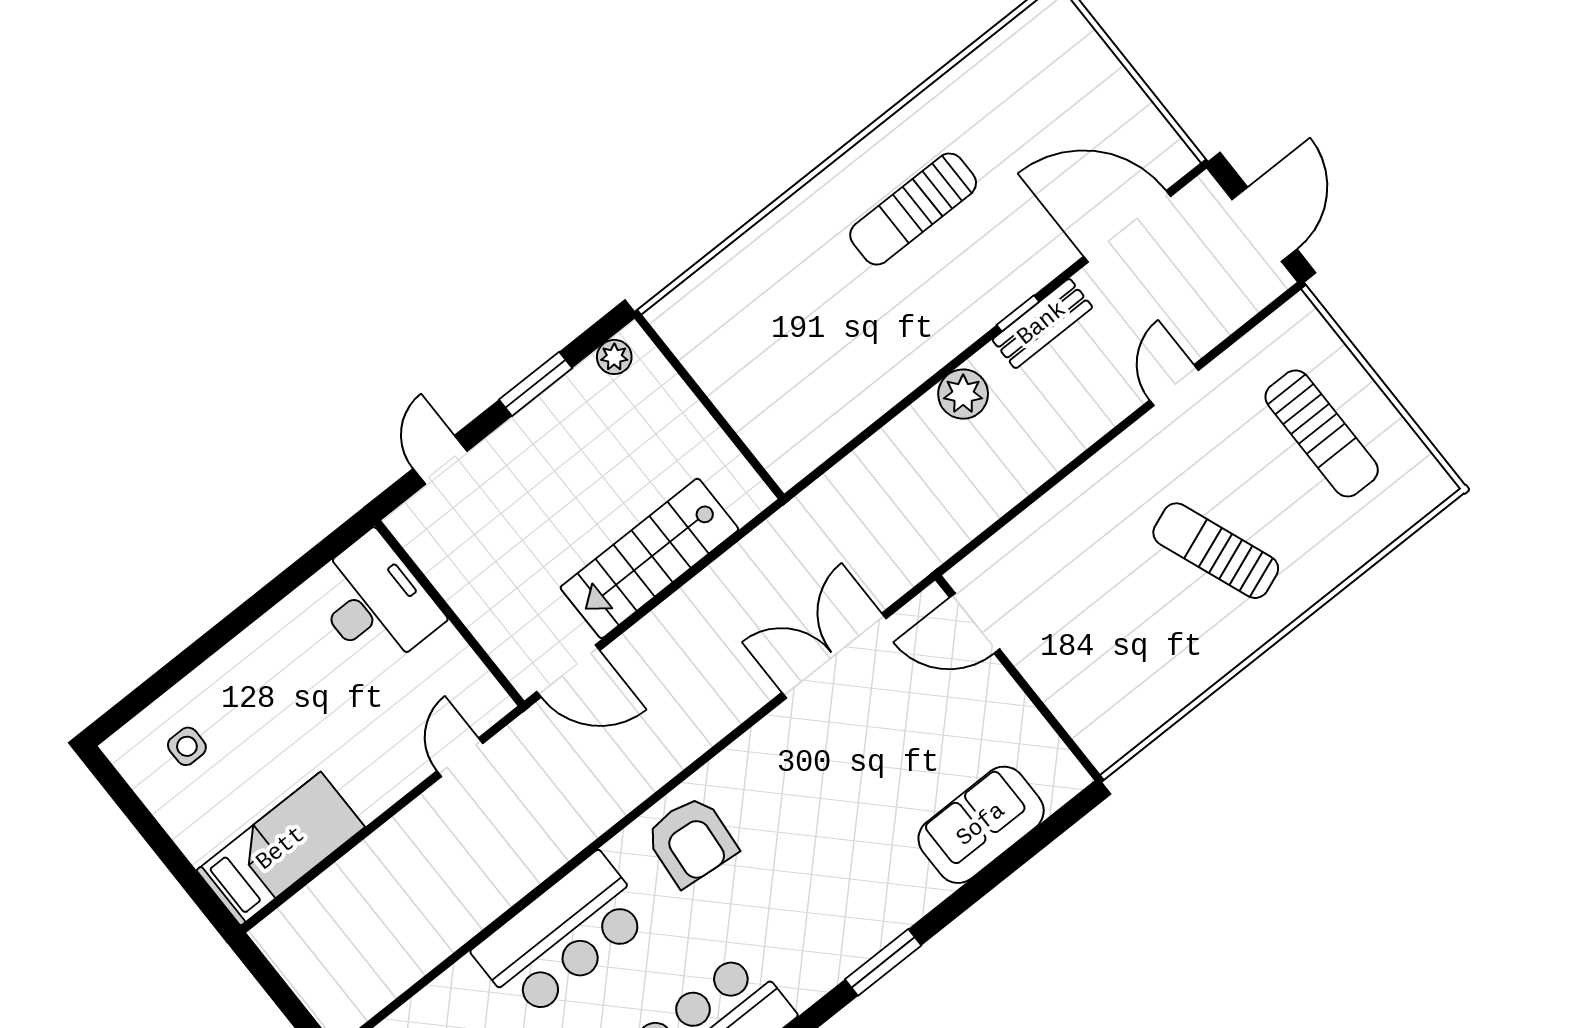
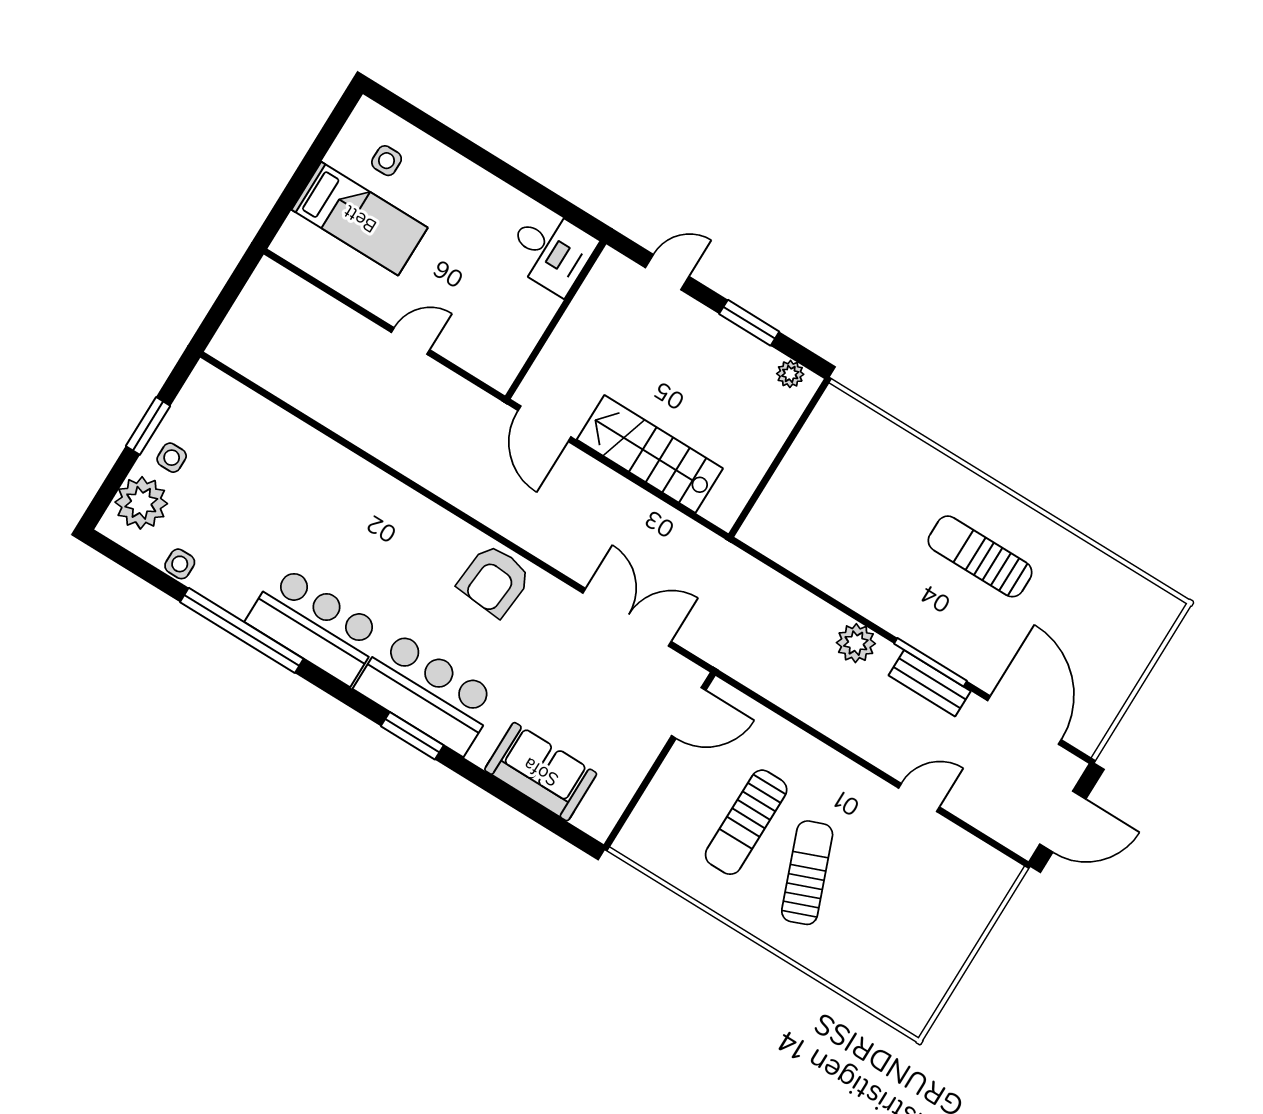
window: (1018, 313) -> (931, 662), width x2.17
sun lounger: (1322, 433) -> (746, 822), moved
desk: (375, 602) -> (551, 251), width x0.73
door: (975, 623) -> (689, 713), swing flipped
door: (460, 757) -> (411, 341), moved
armchair: (691, 841) -> (494, 580), moved
bed: (281, 849) -> (360, 219), moved
bar counter: (562, 936) -> (427, 692), moved, turned 180

